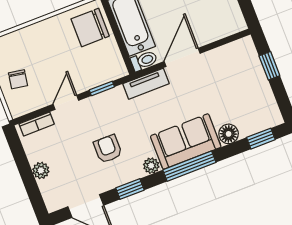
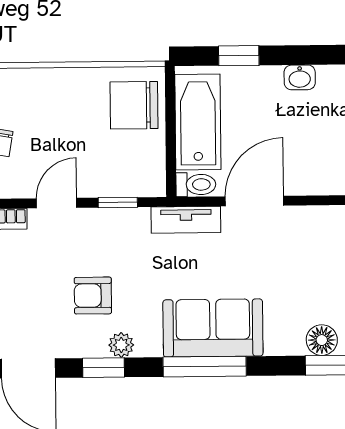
floor lamp: (229, 134) -> (322, 340), moved
armchair: (108, 149) -> (93, 296), turned -90
plant: (151, 166) -> (121, 345), moved

